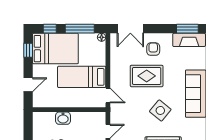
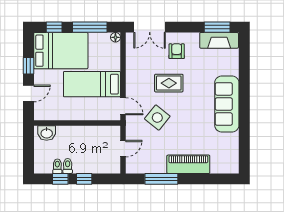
window: (28, 50) -> (28, 66), moved
rug: (147, 76) -> (169, 83), width x0.73, depth x0.70
side table: (160, 110) -> (157, 118), moved
washbasin: (63, 118) -> (47, 133), moved

